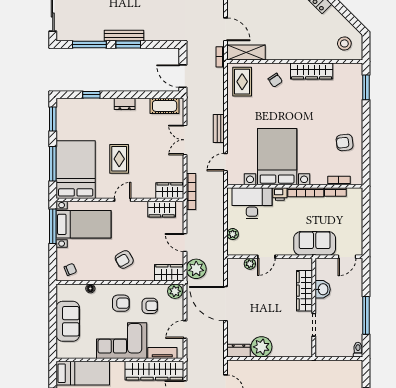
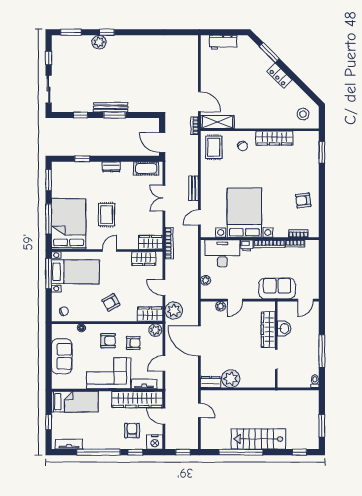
window: (89, 45) -> (81, 115), width x0.46

